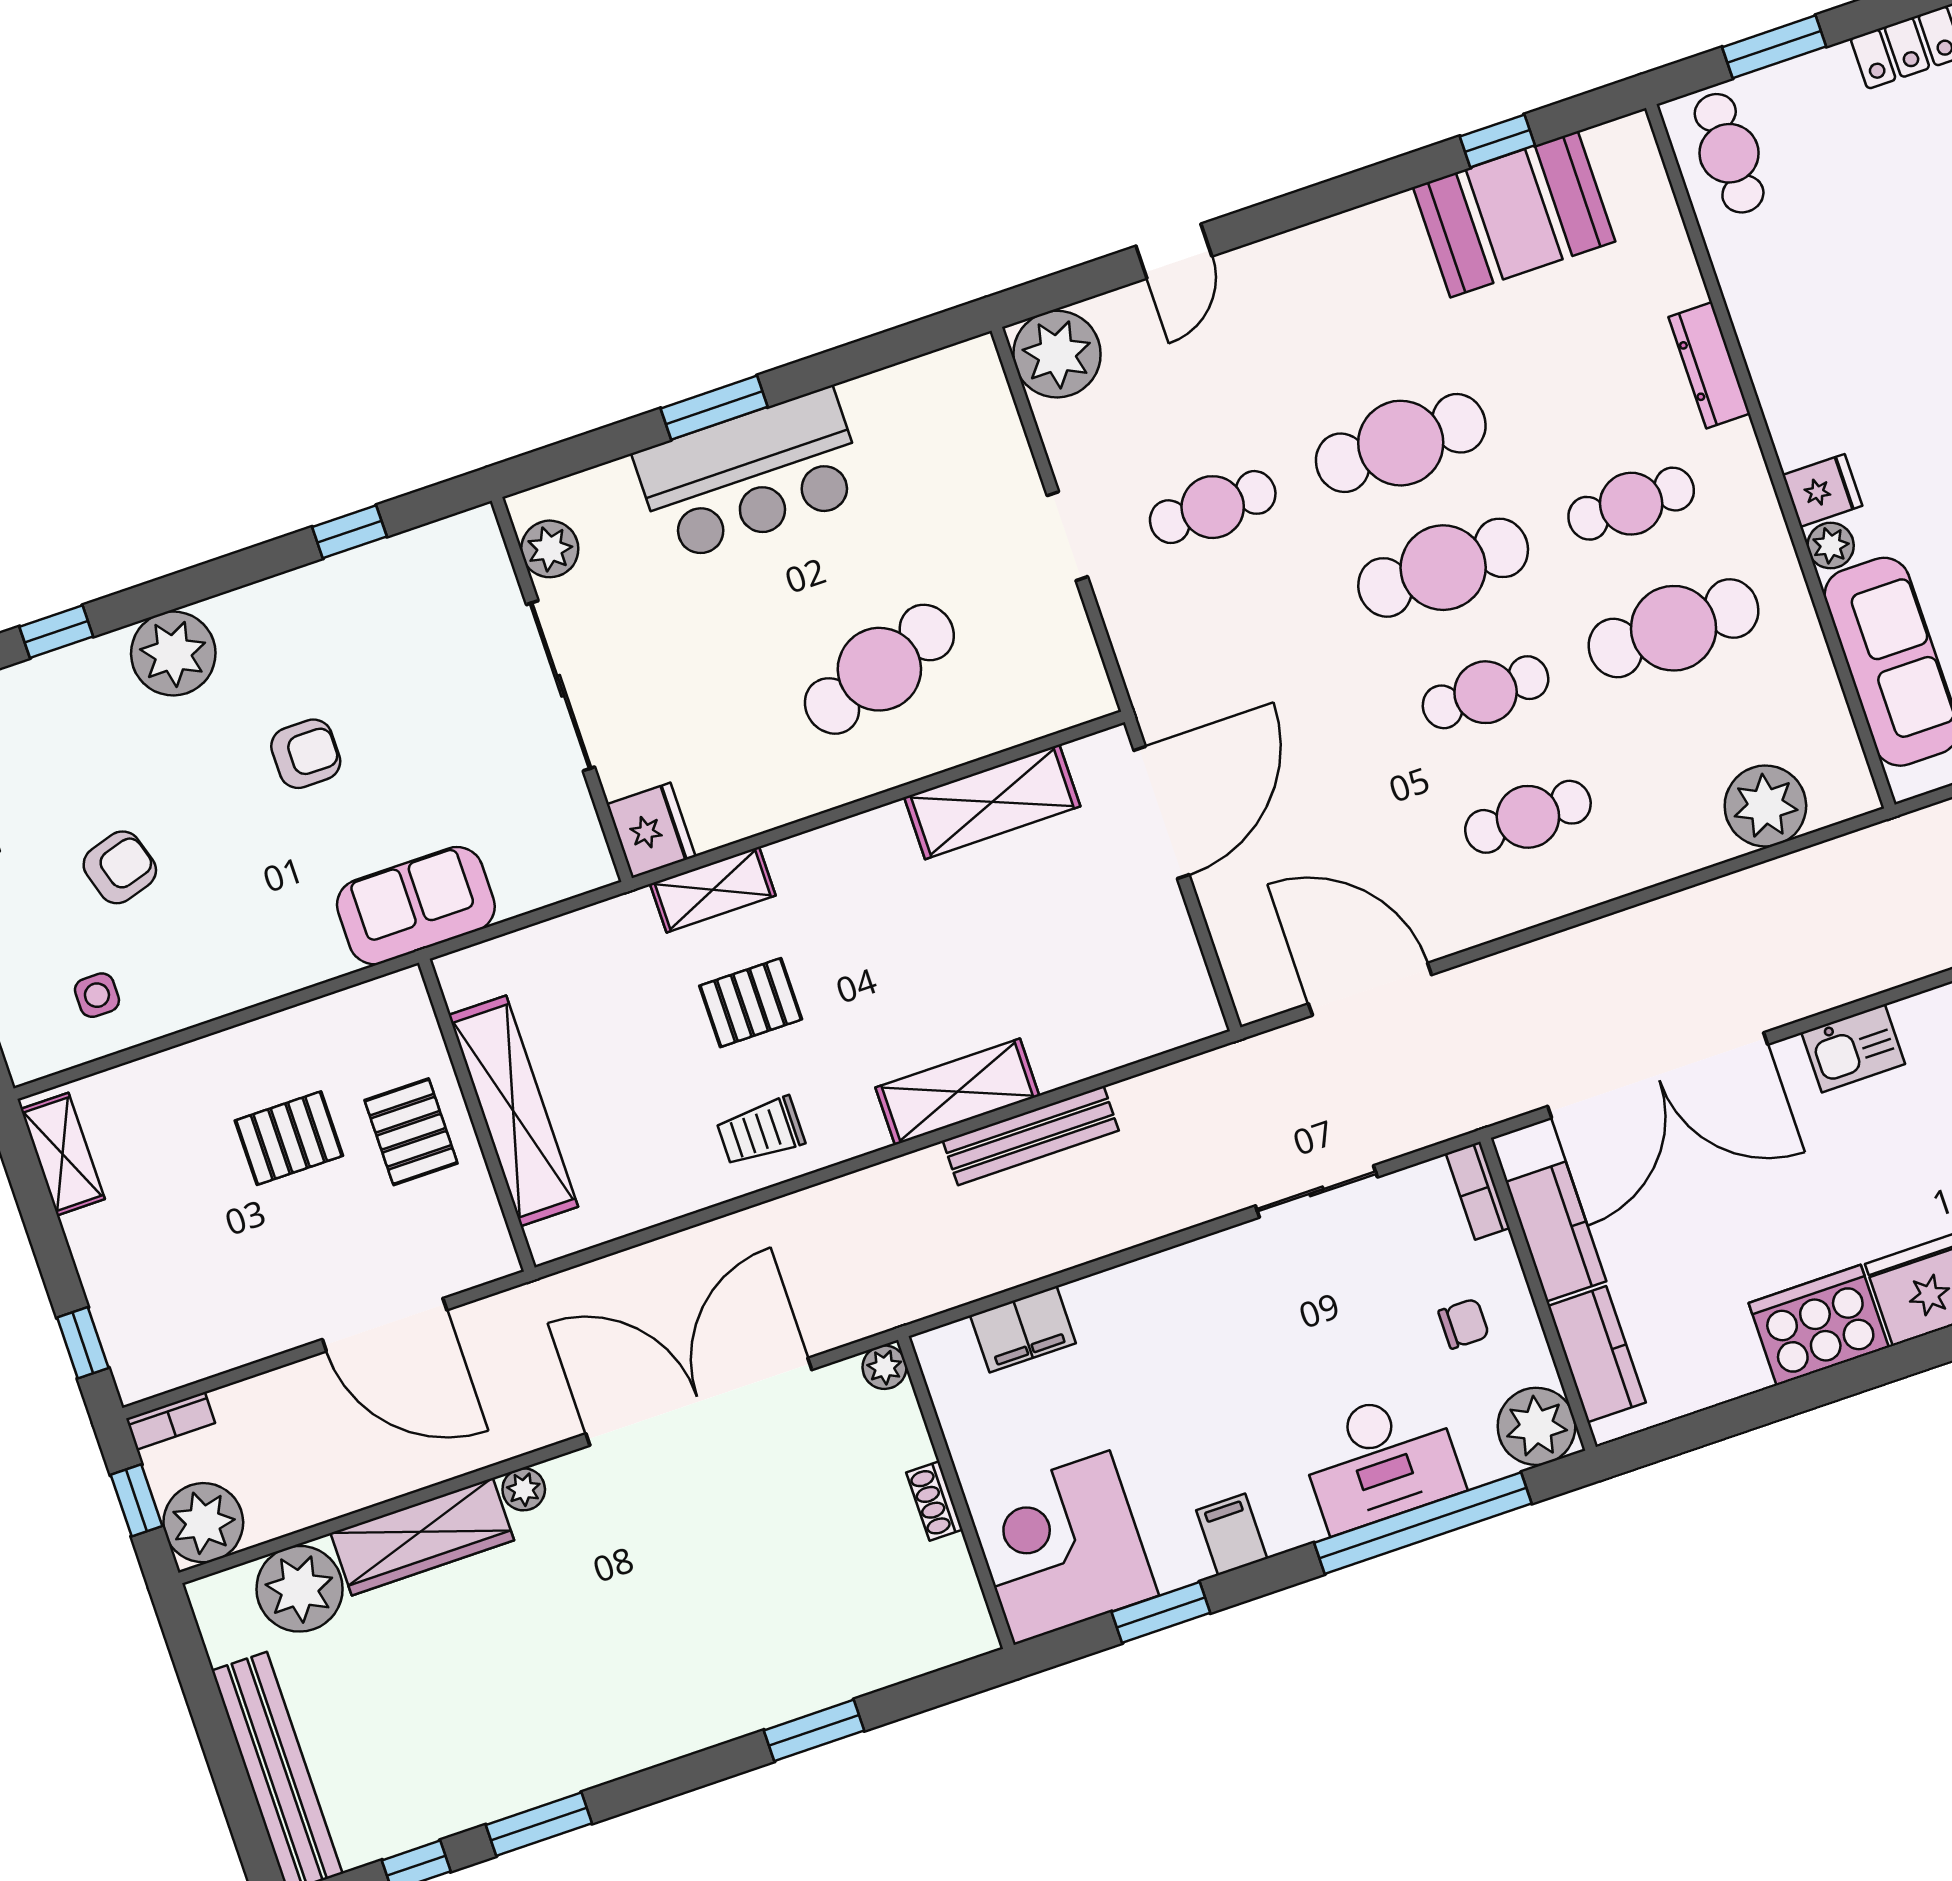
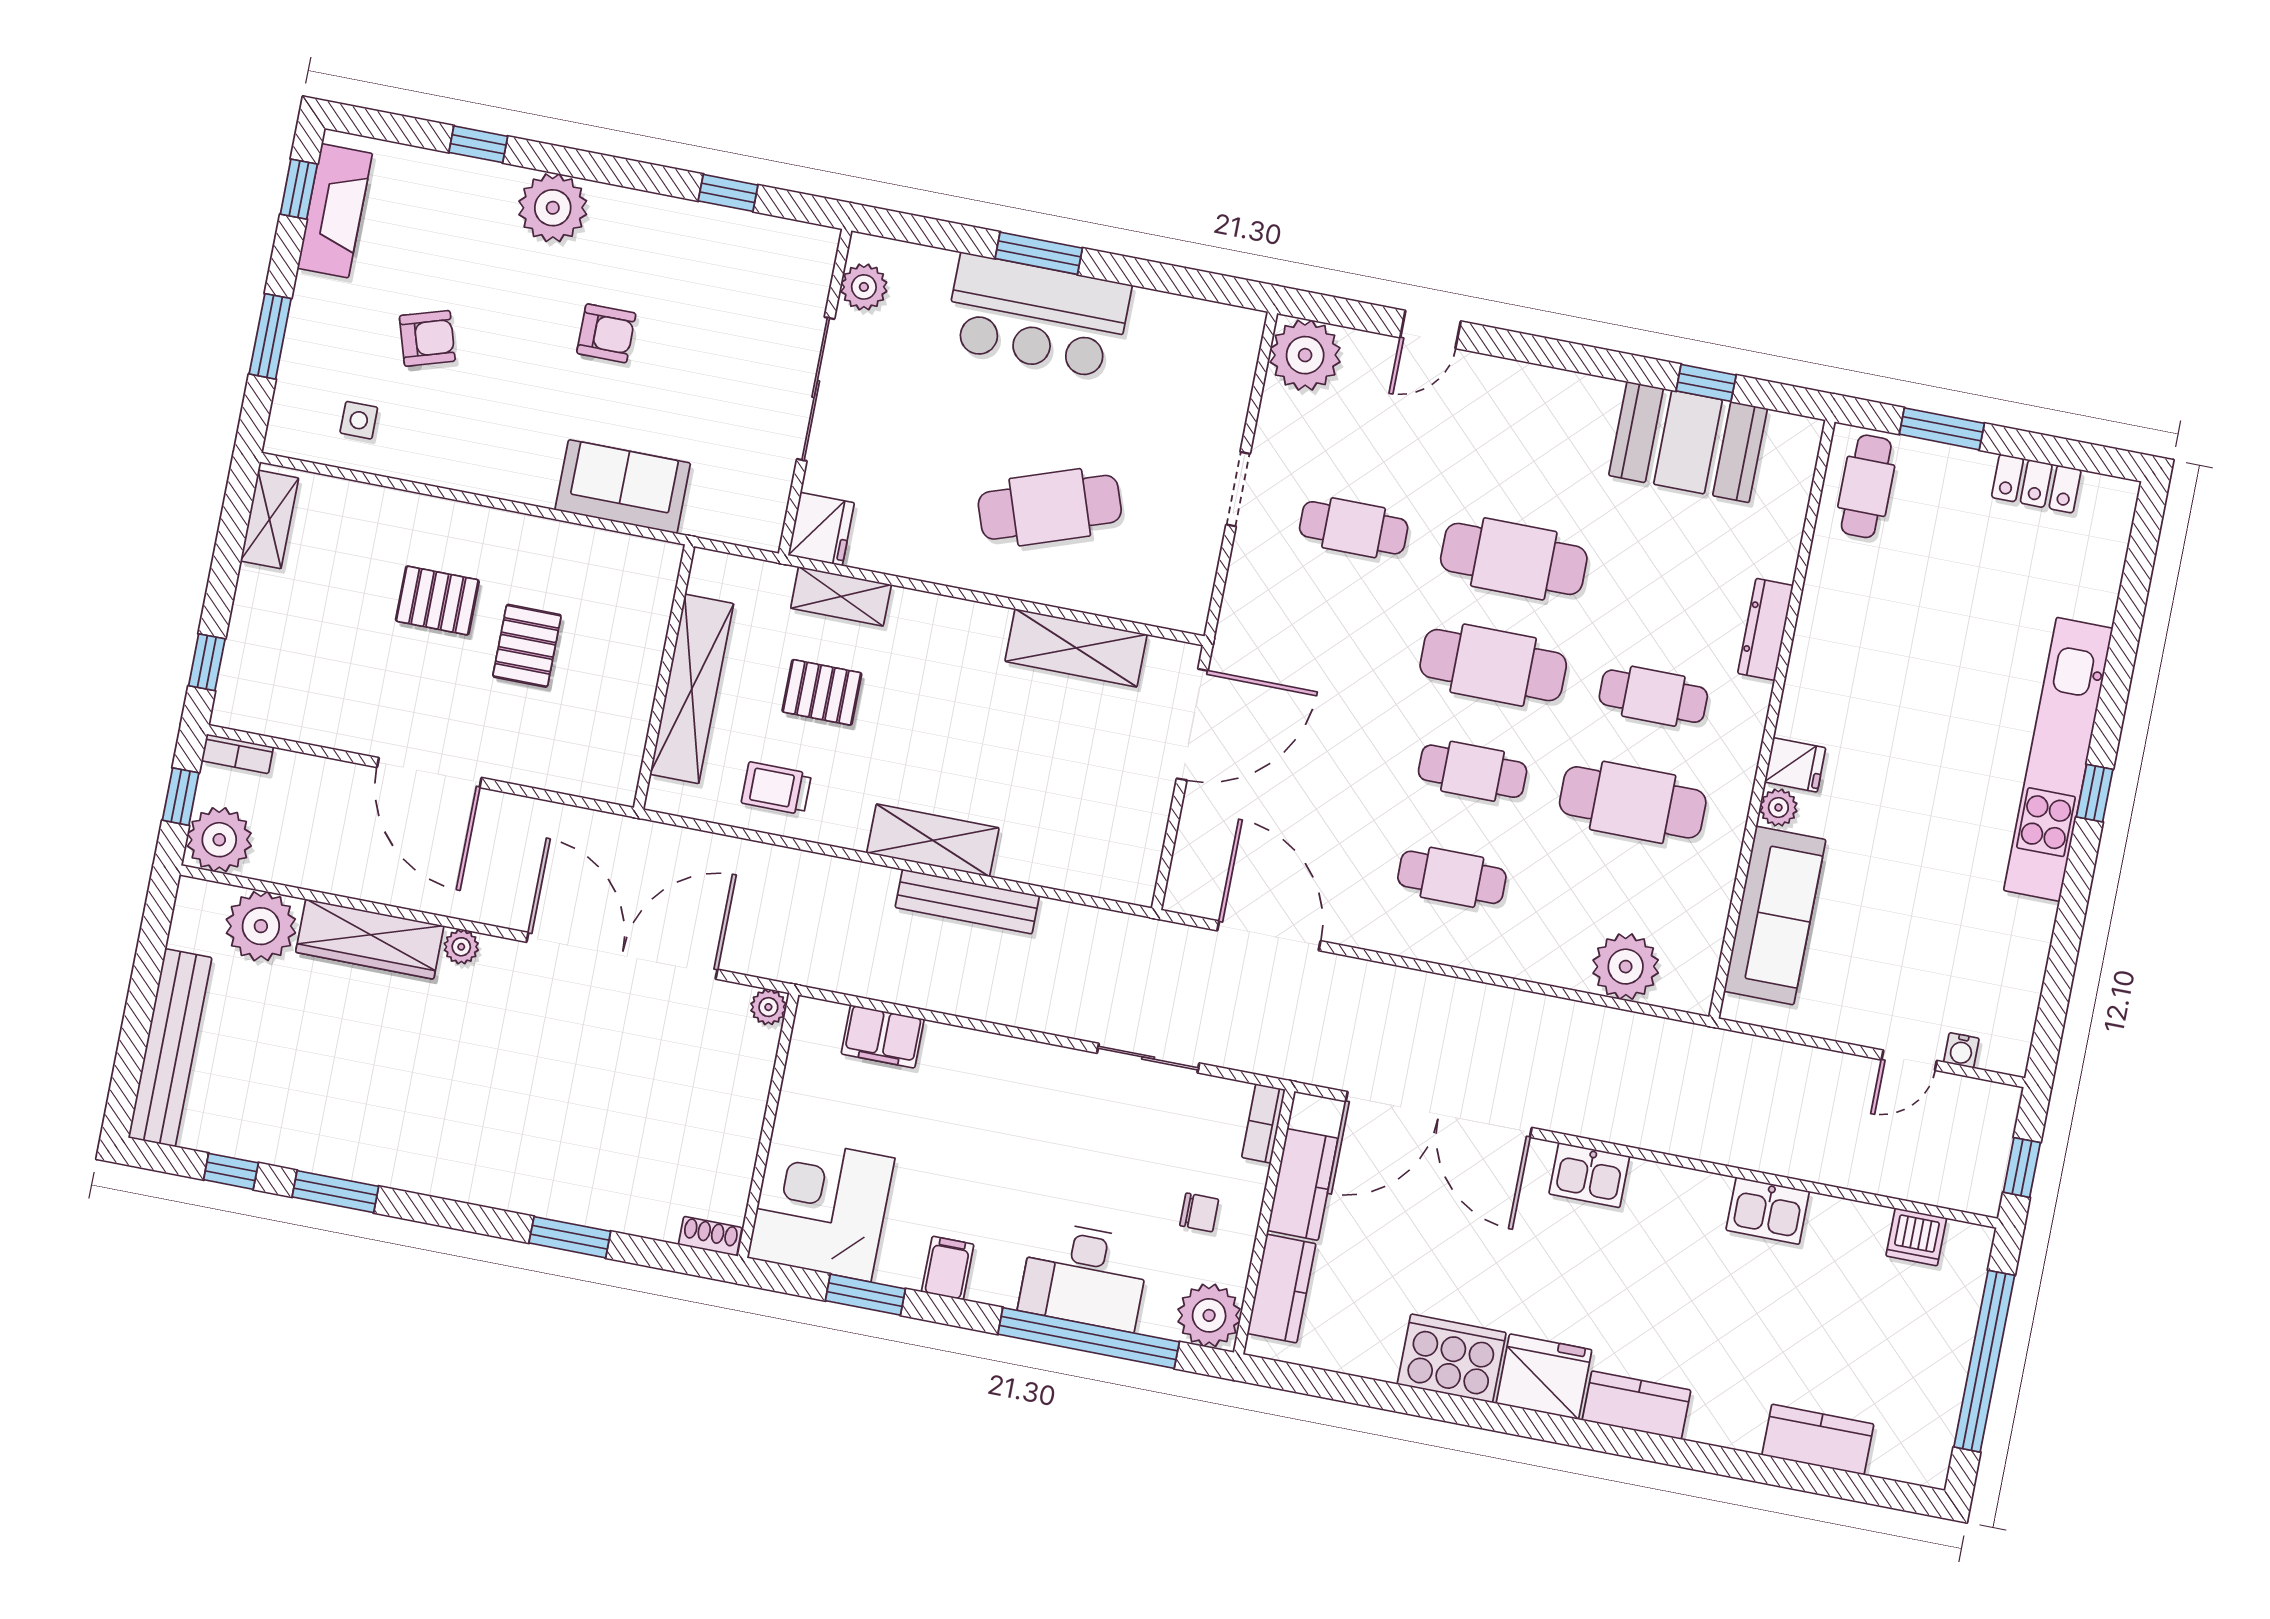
shelving: (513, 1111) -> (692, 689), moved
wall: (477, 1115) -> (664, 677), moved
shoe rack: (935, 1501) -> (710, 1236), moved, turned 90

